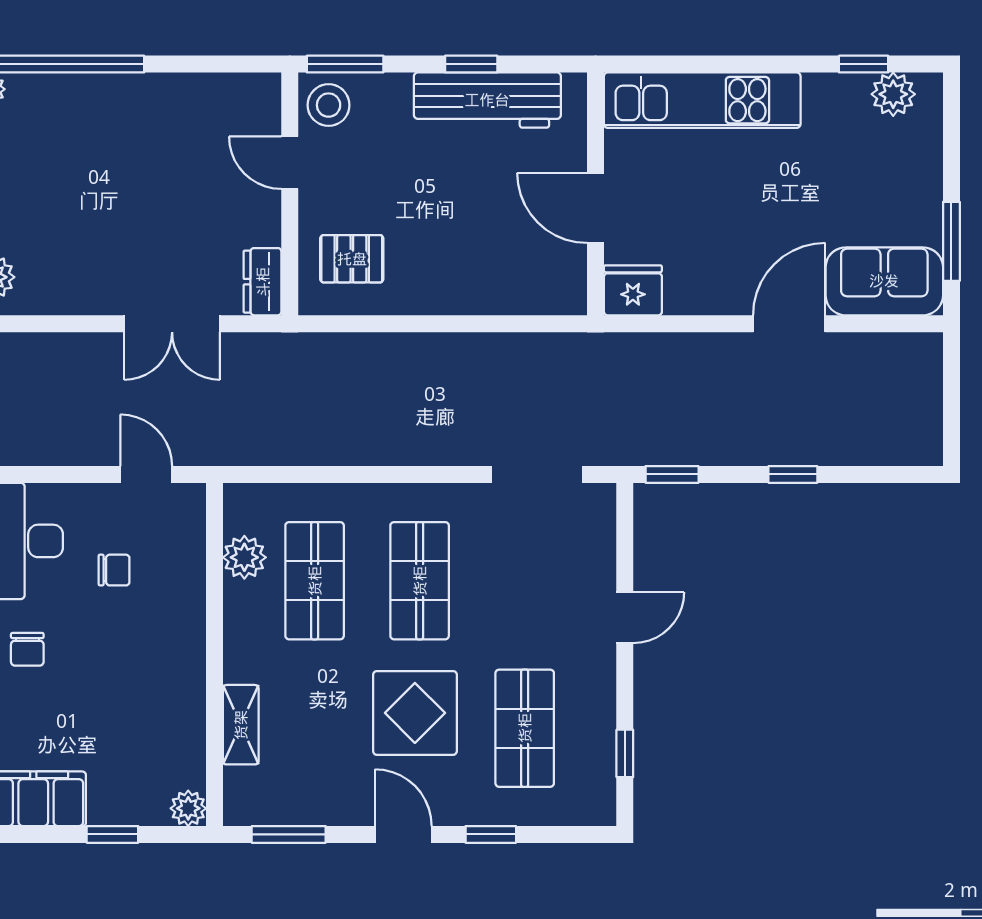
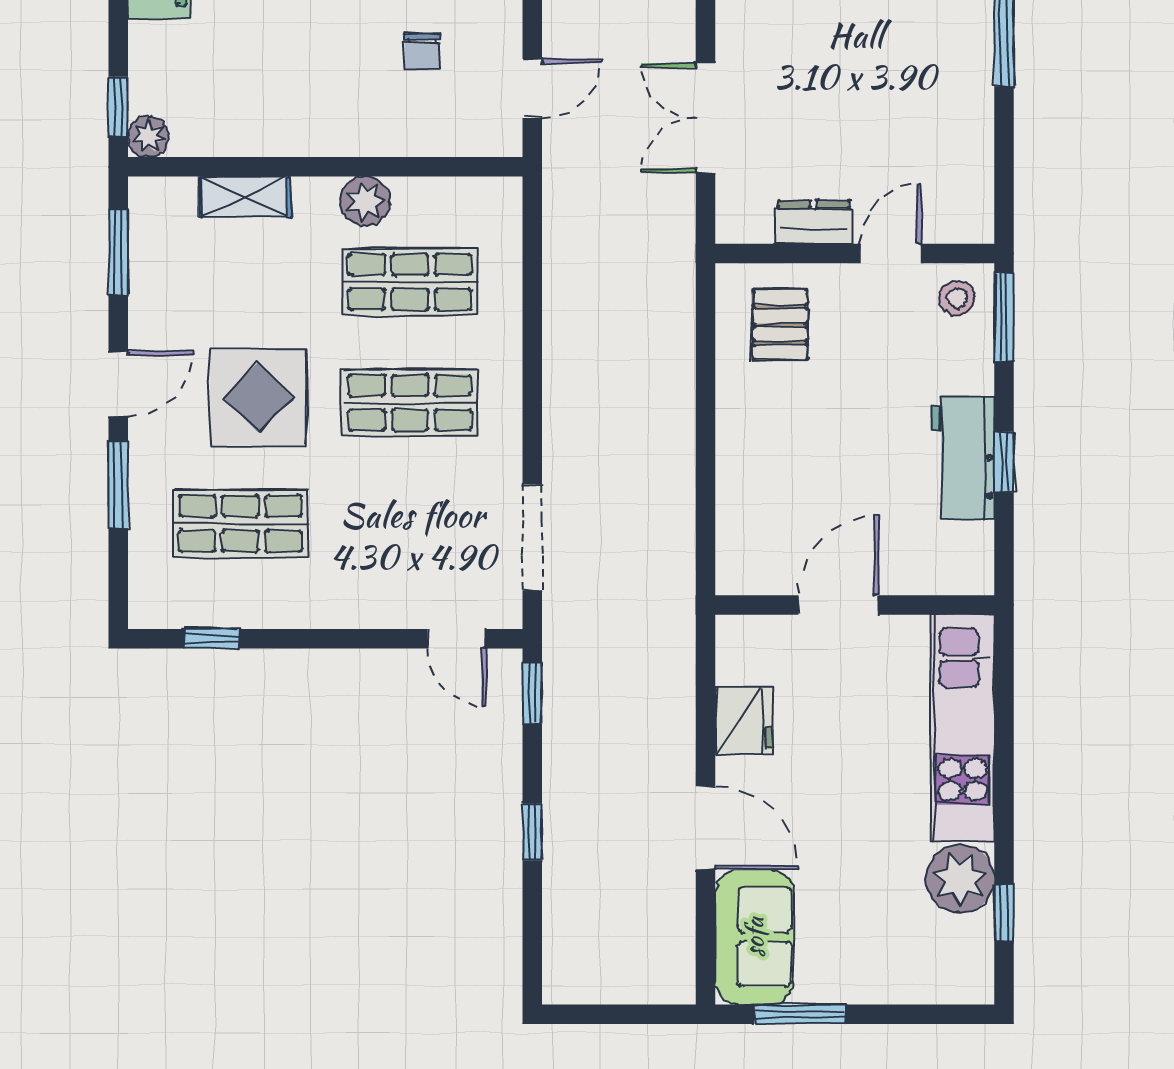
plant: (893, 94) -> (960, 879), moved, width x1.36, depth x1.36
workbench: (487, 100) -> (963, 458), width x0.73
stool: (329, 105) -> (957, 298), width x0.73, depth x0.73
dresser: (263, 282) -> (813, 222), moved
fridge: (633, 290) -> (744, 721), moved
plant: (244, 557) -> (365, 201), moved
door: (625, 618) -> (457, 639), moved
window: (112, 834) -> (118, 107), moved
window: (491, 834) -> (118, 485), width x1.50

